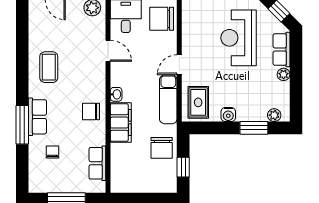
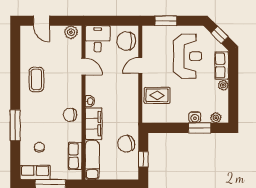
reception desk: (239, 38) -> (187, 56), turned 180
door: (179, 65) -> (140, 65), moved
exam couch: (168, 99) -> (92, 160), moved, turned 180
rug: (198, 102) -> (157, 95), moved, turned 90
water cooler: (228, 115) -> (195, 117), moved
row of seats: (37, 117) -> (35, 172), moved, turned -90
chair: (162, 148) -> (126, 144), turned 75

